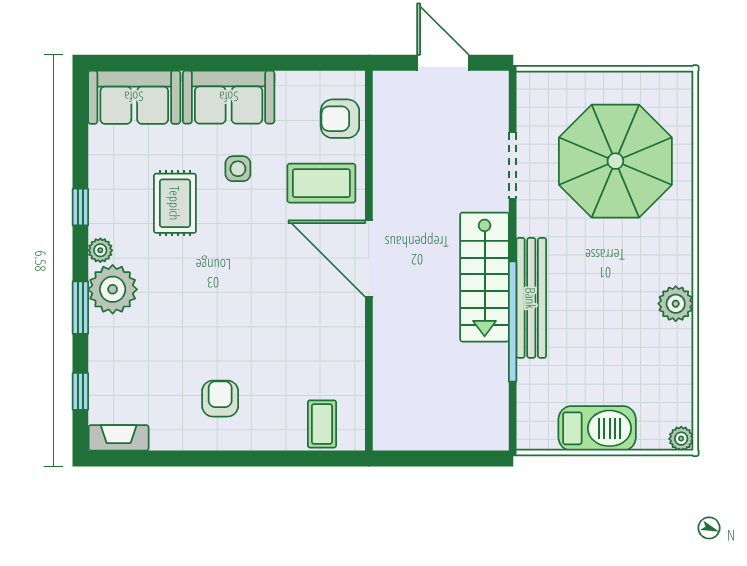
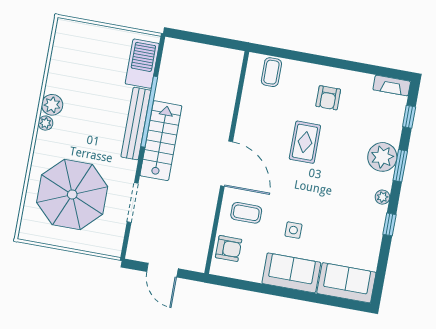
coffee table: (321, 183) -> (246, 213), width x0.73, depth x0.77
rug: (175, 203) -> (305, 142), moved
plant: (113, 289) -> (382, 157), moved
barbecue: (597, 428) -> (142, 64), moved, turned 90
plant: (681, 439) -> (46, 123), moved

